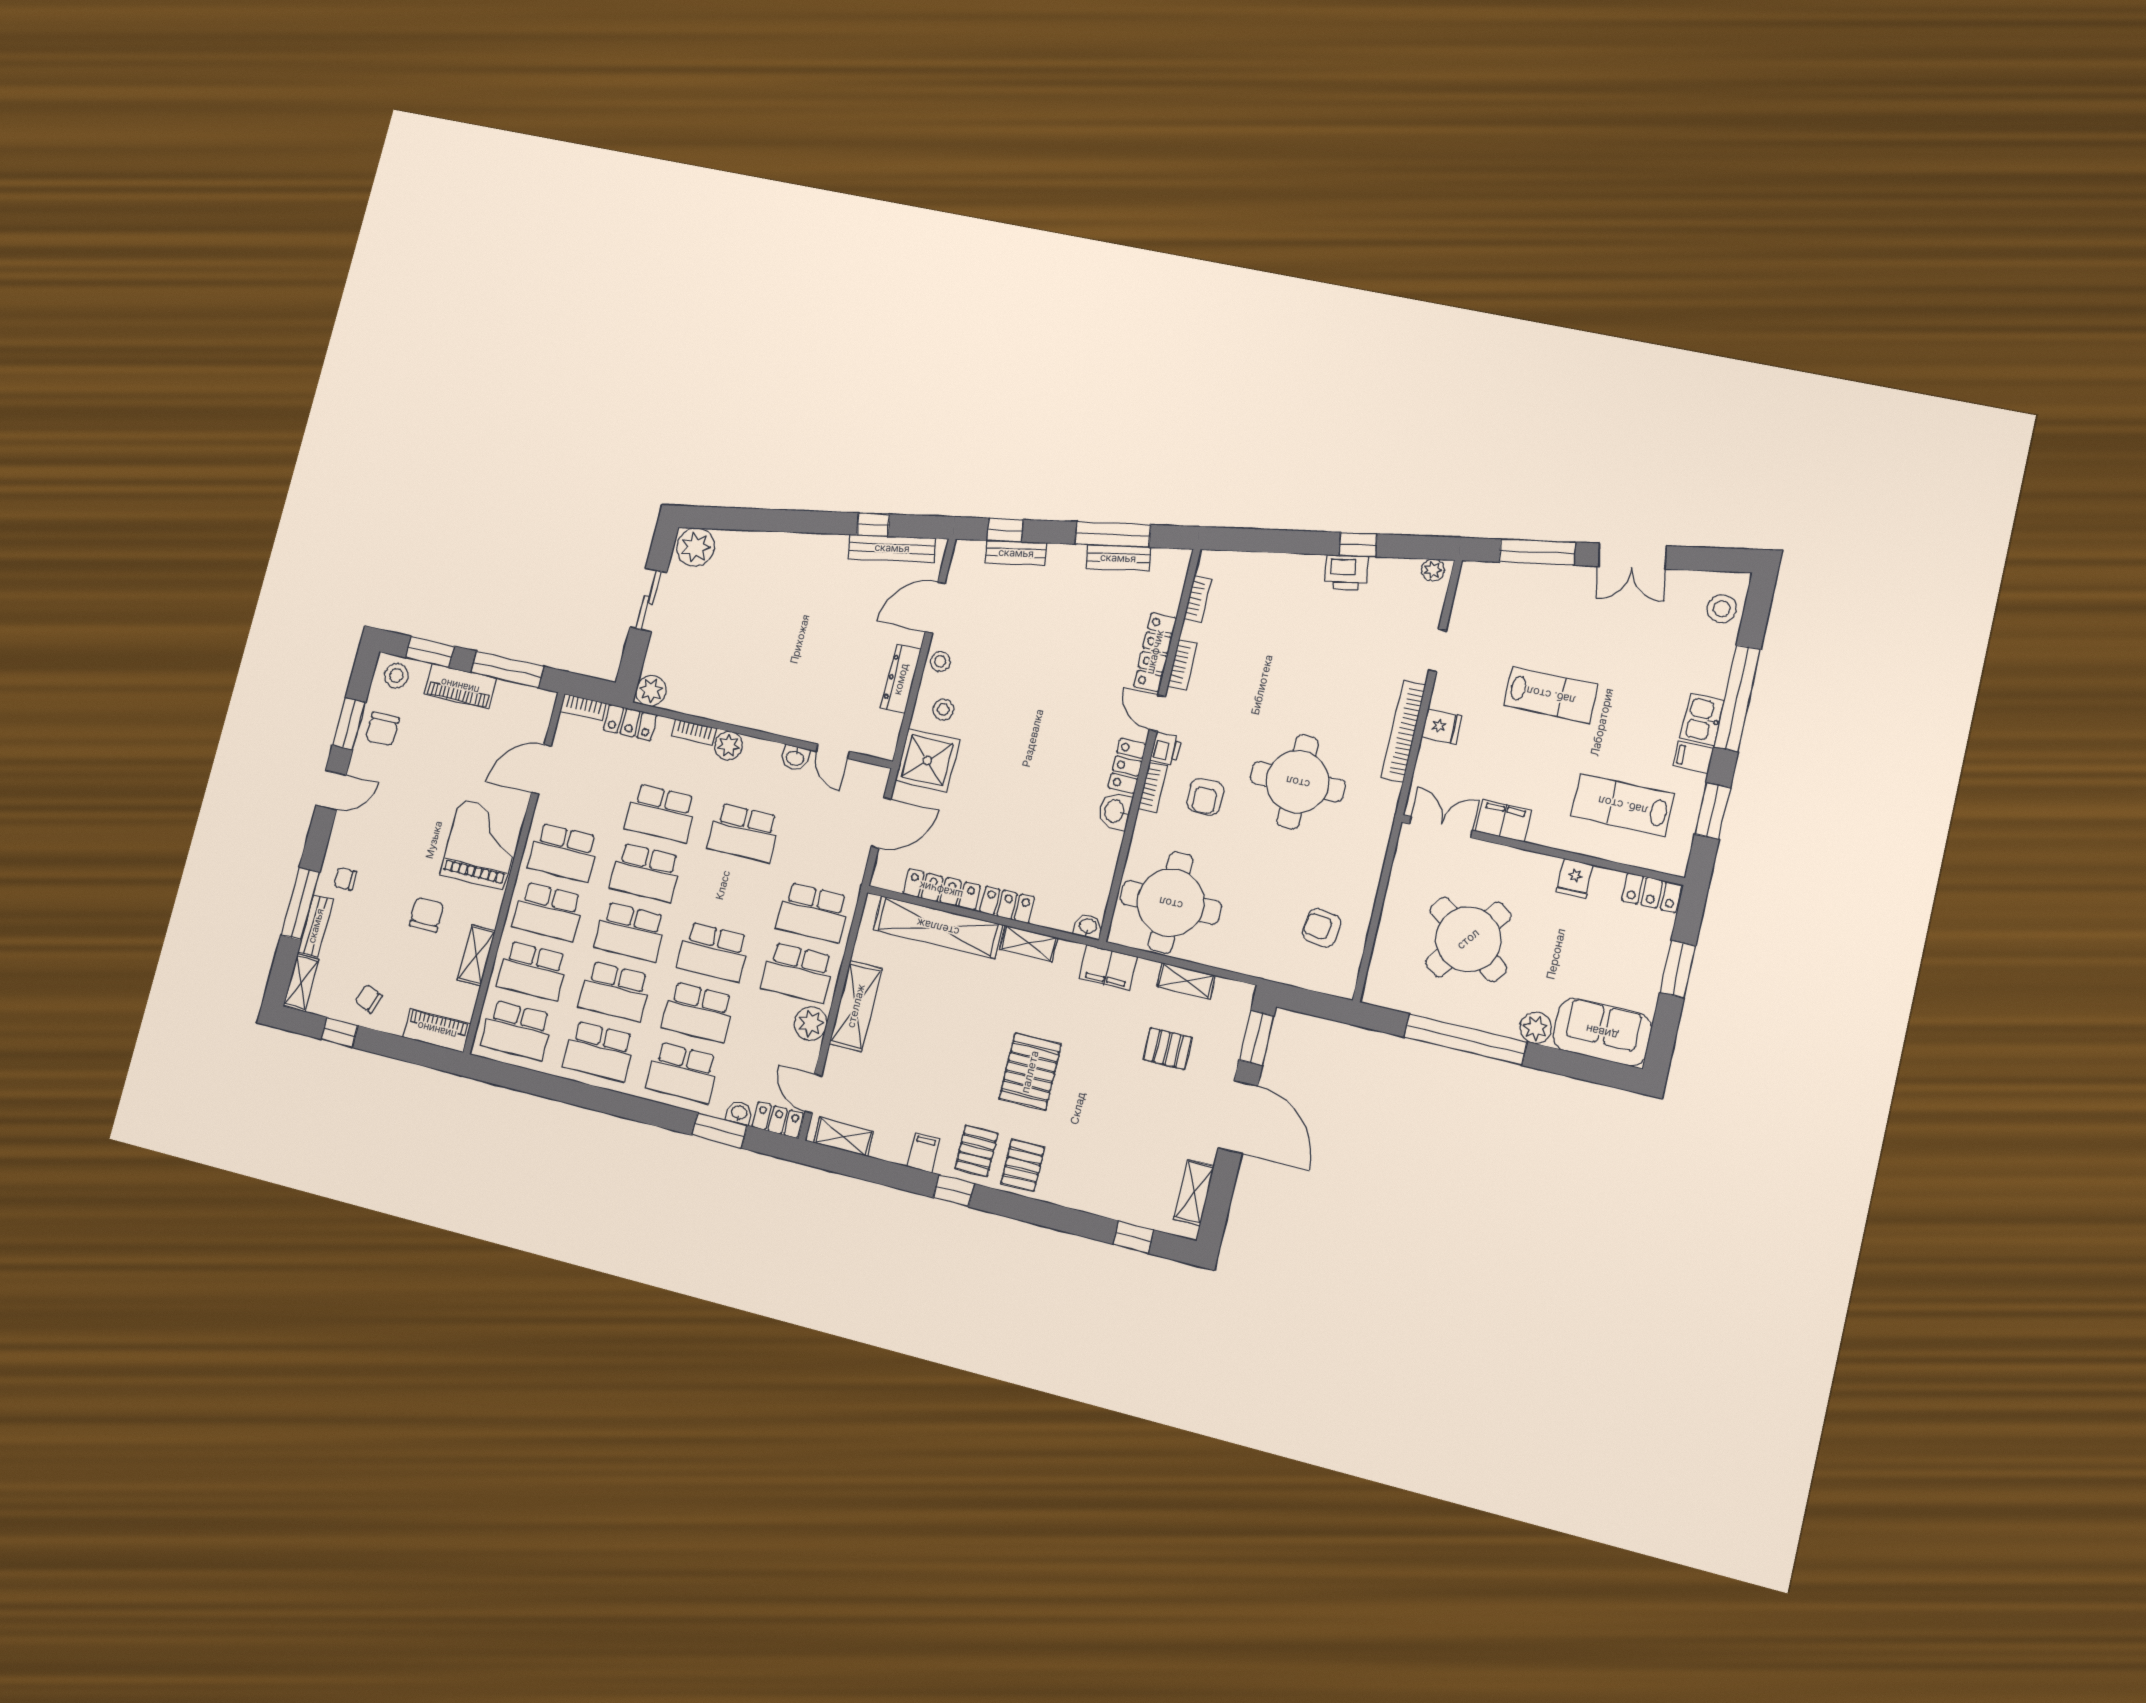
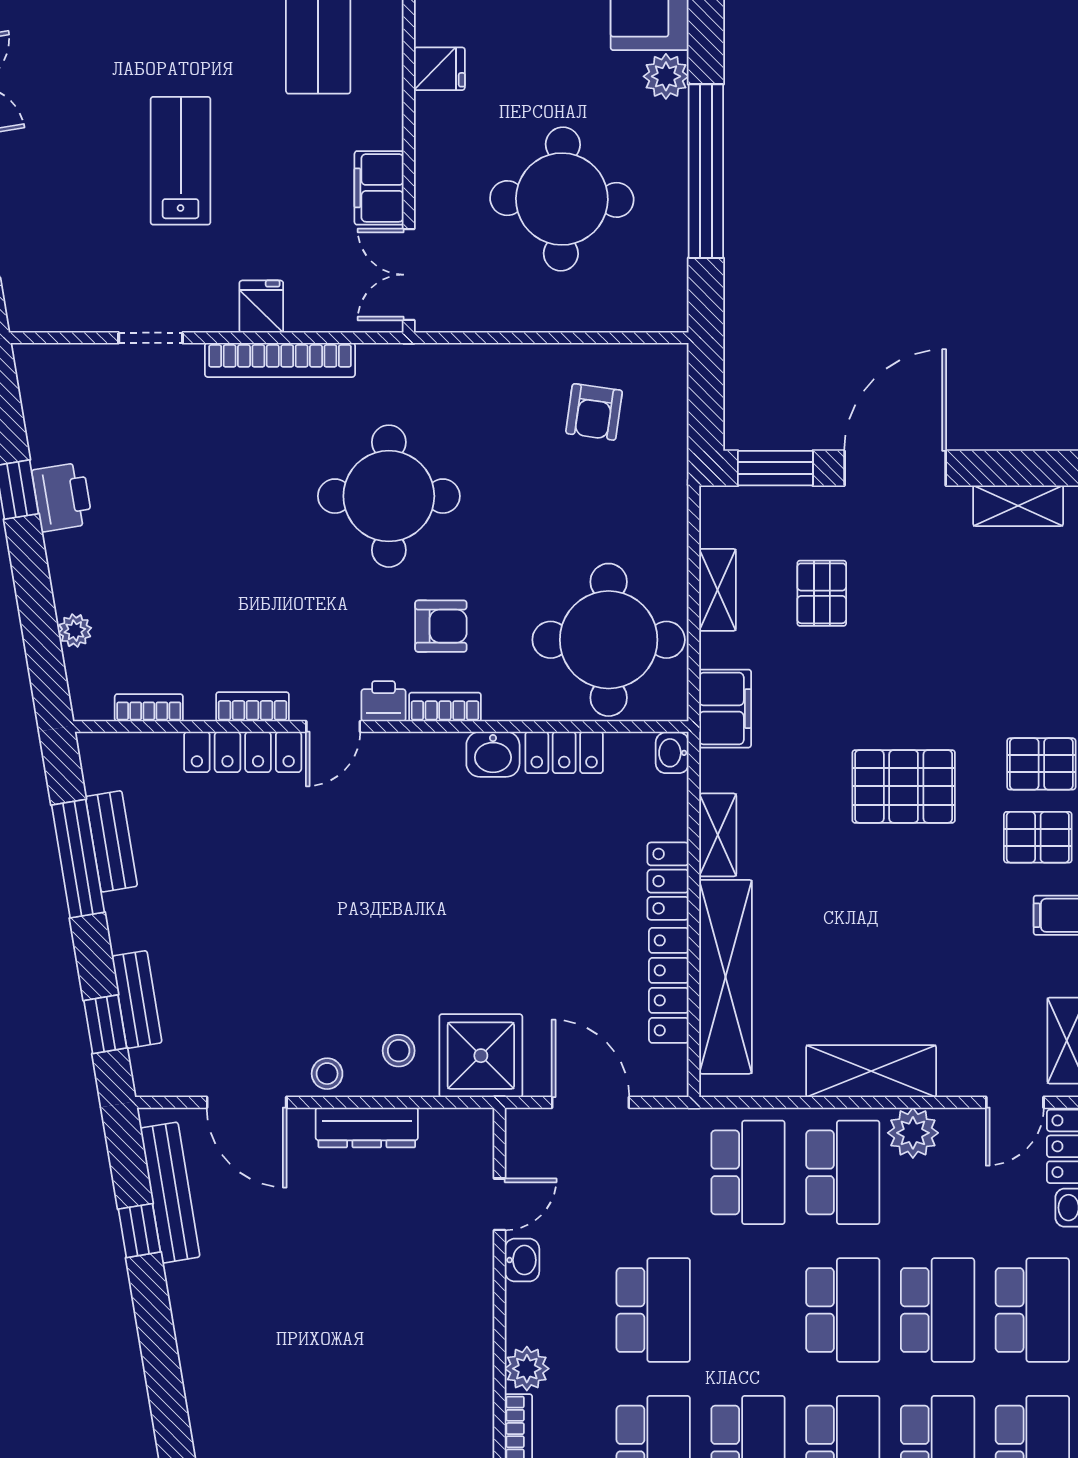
plant: (1433, 570) -> (75, 631), moved
locker: (1127, 766) -> (564, 752), moved
round table: (1468, 939) -> (562, 199), turned -36

